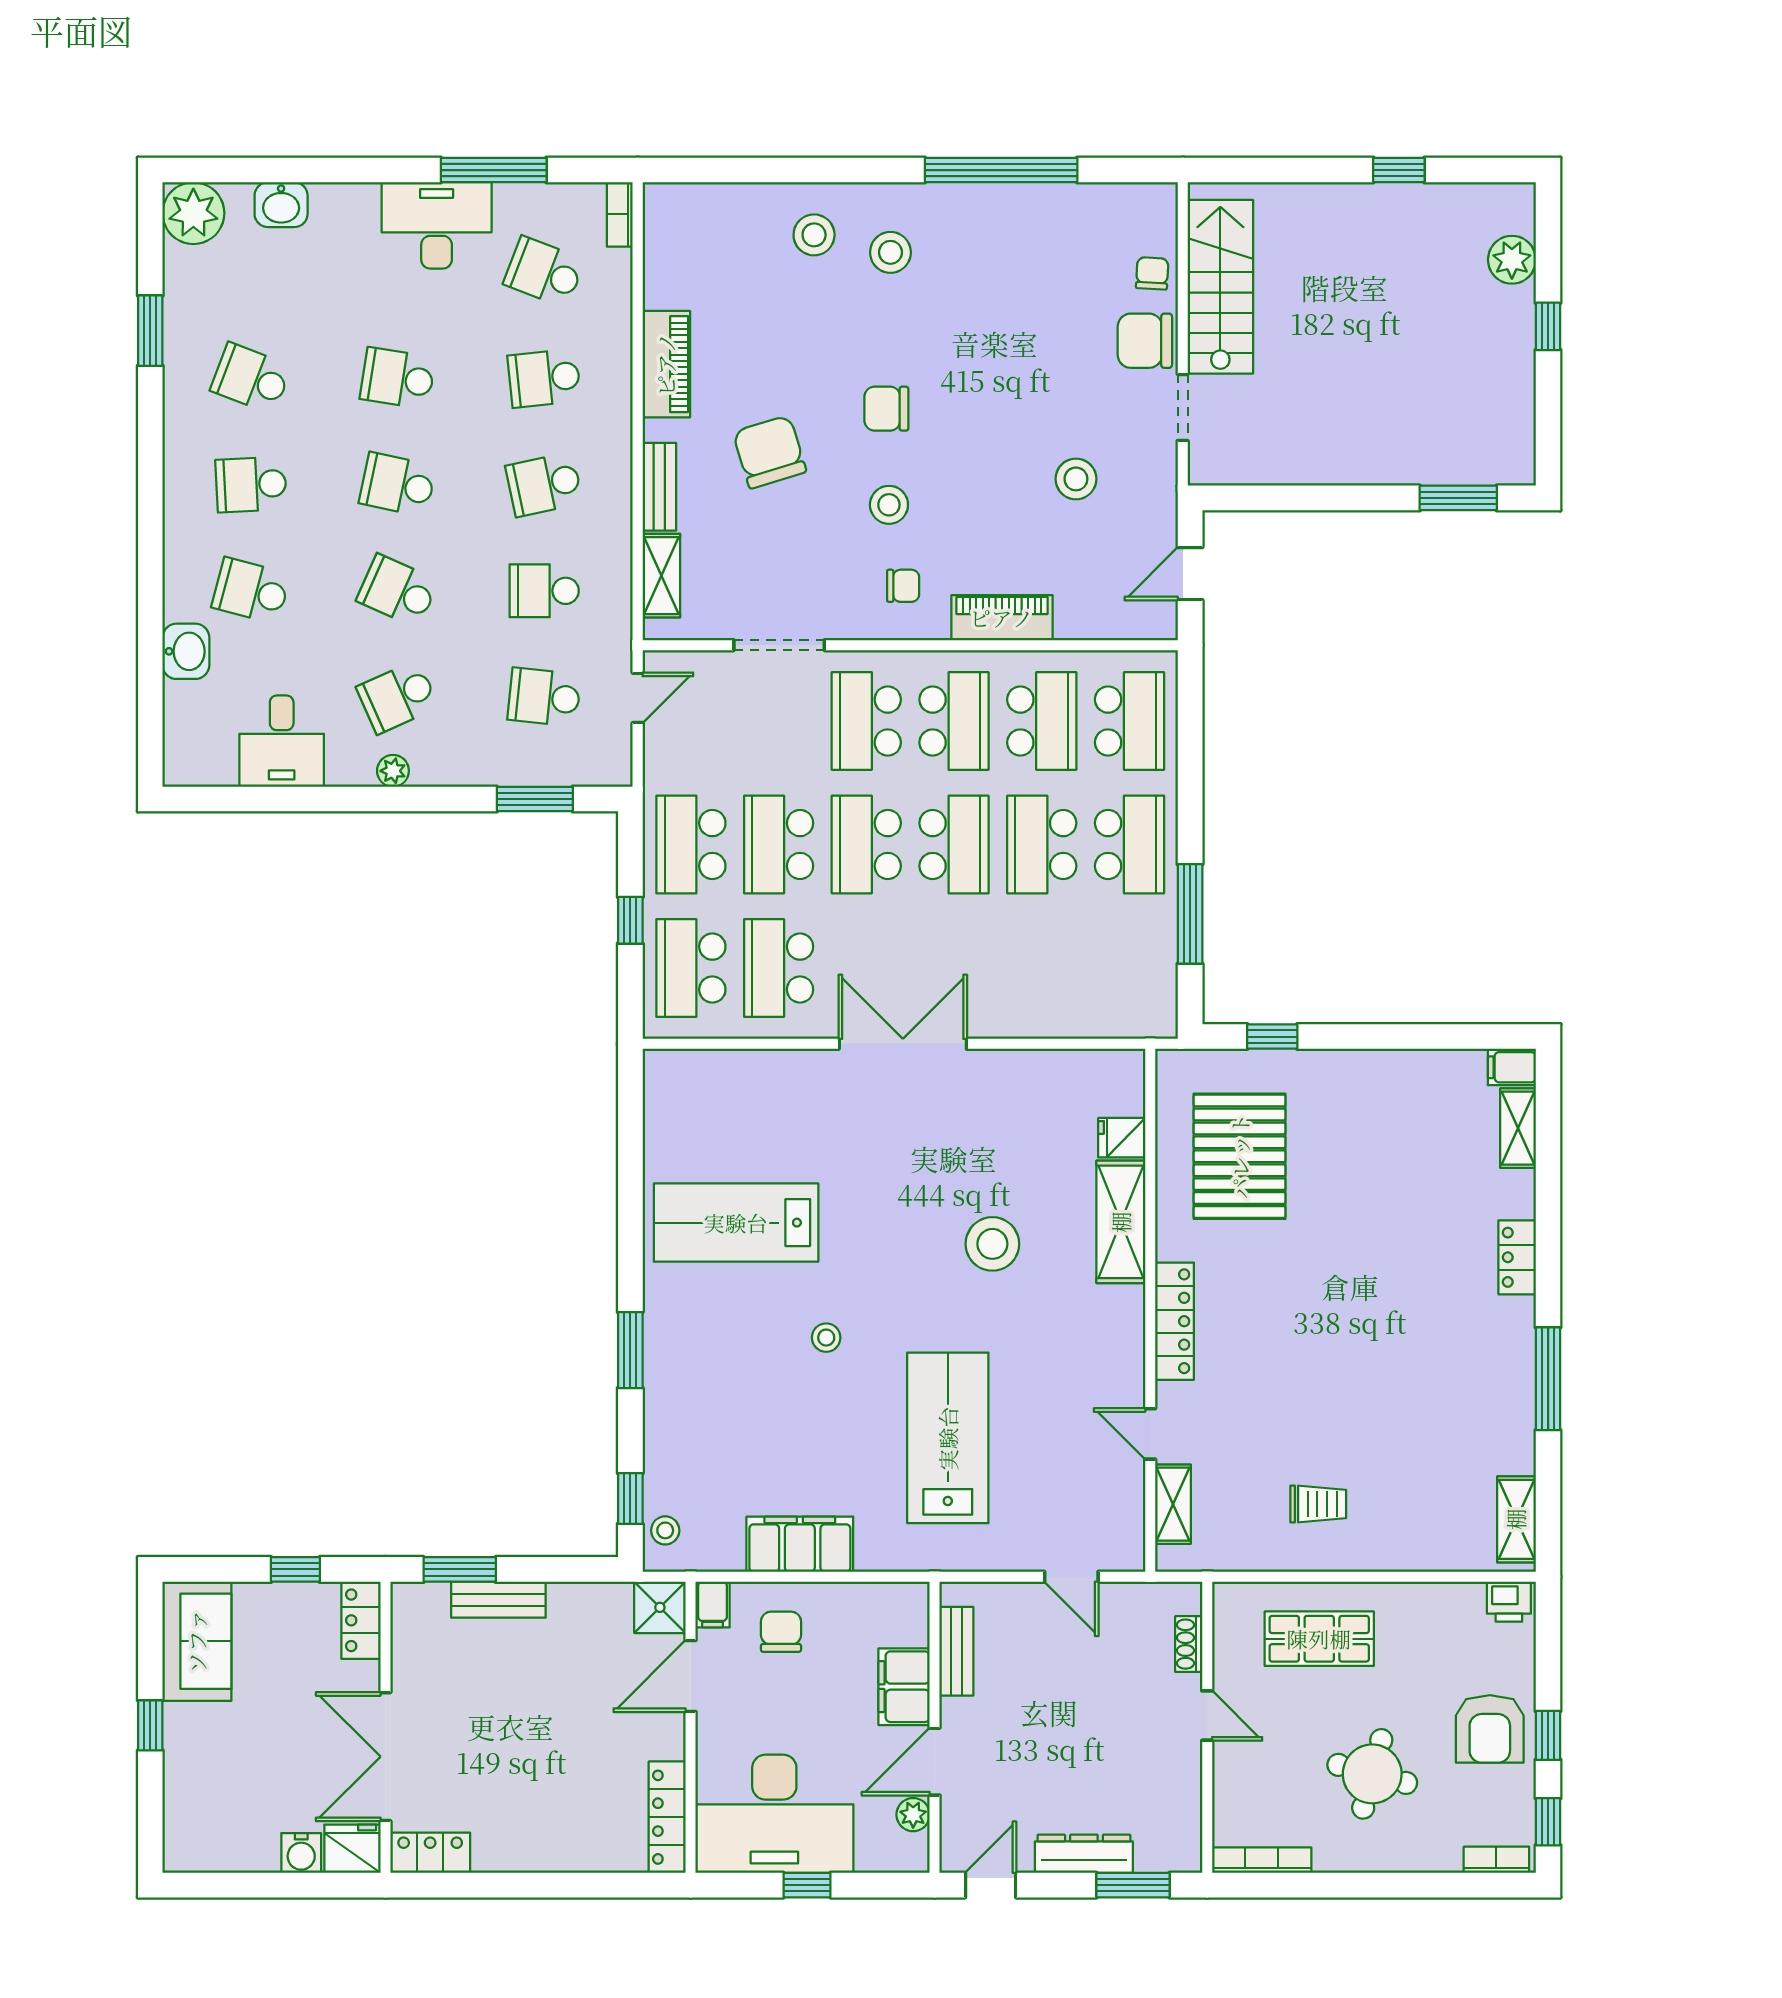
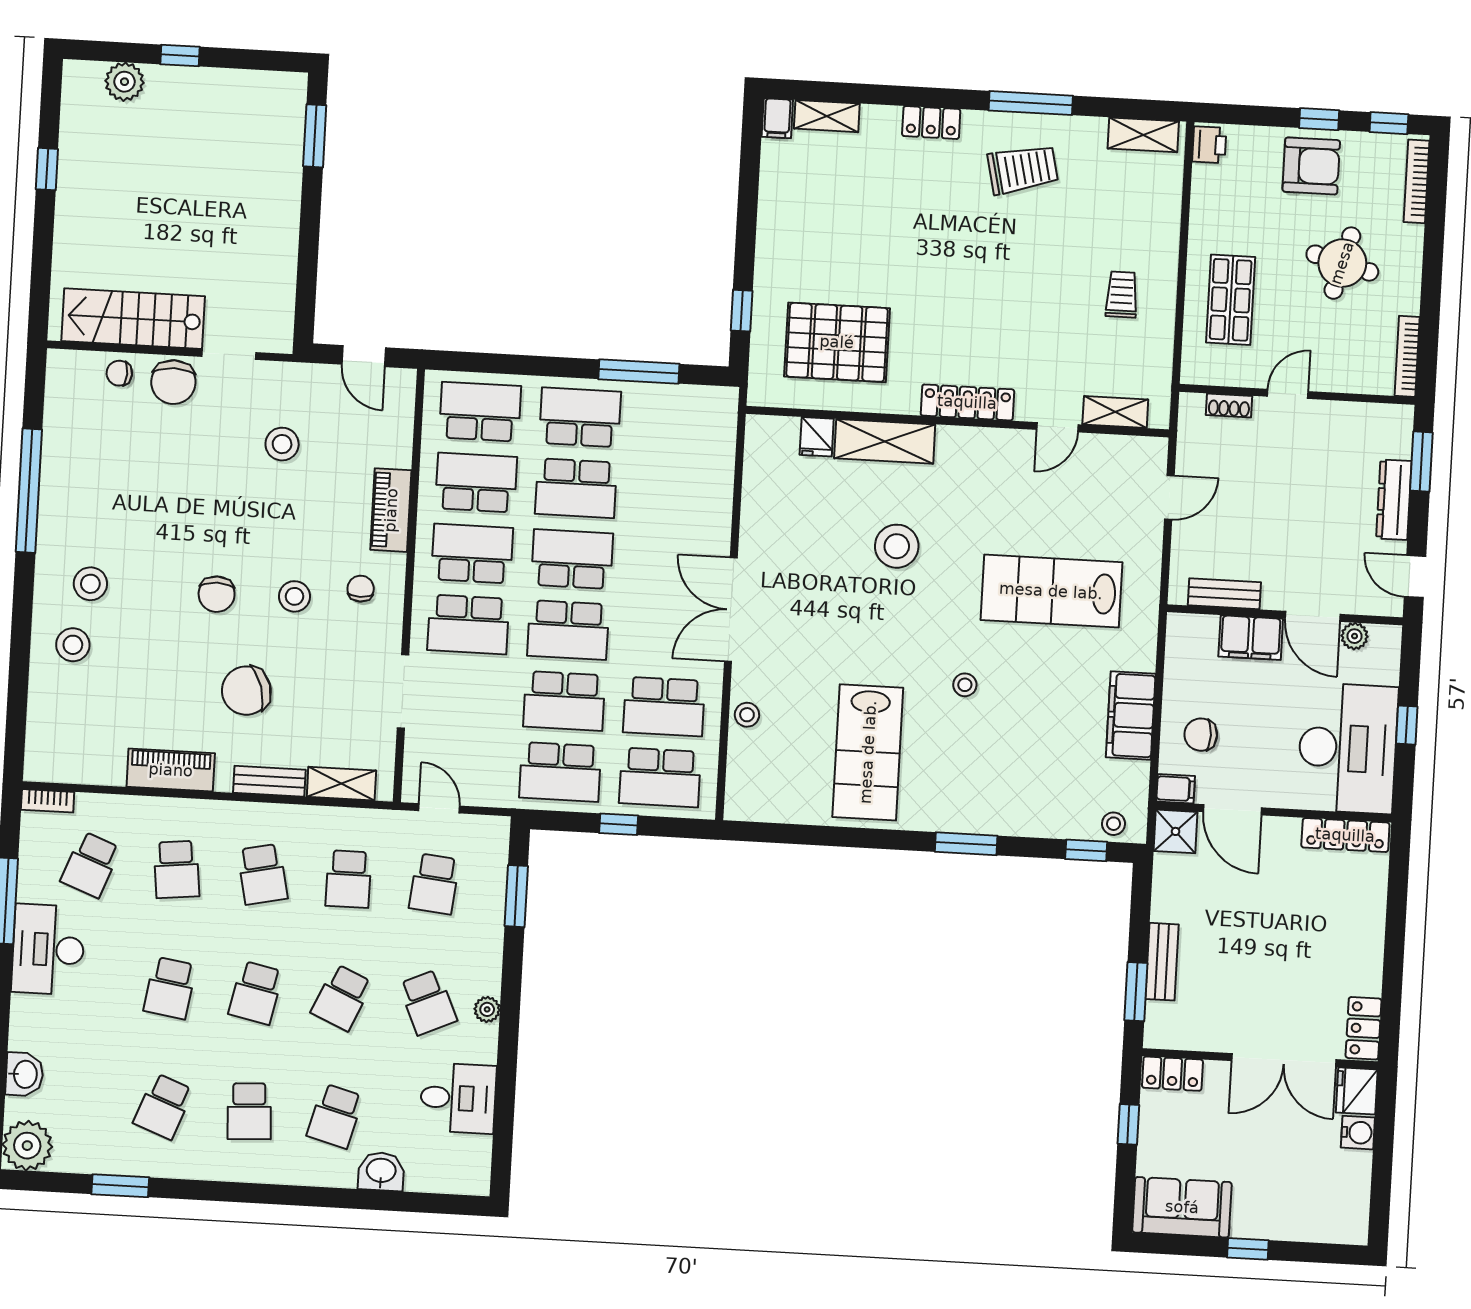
stool: (774, 1071) -> (747, 715), added
trolley: (1466, 1373) -> (1023, 169), added
bookcase: (1496, 1860) -> (1417, 181), width x1.56

